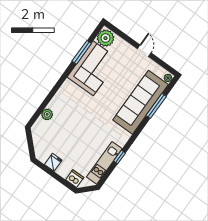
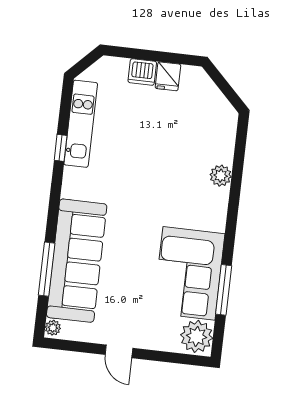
plant: (47, 114) -> (221, 176), moved
dishwasher: (75, 179) -> (142, 72), moved

